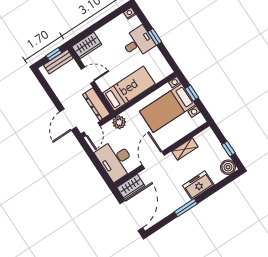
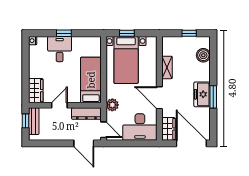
boiler: (228, 167) -> (203, 55), moved
freezer: (198, 185) -> (202, 94), moved

